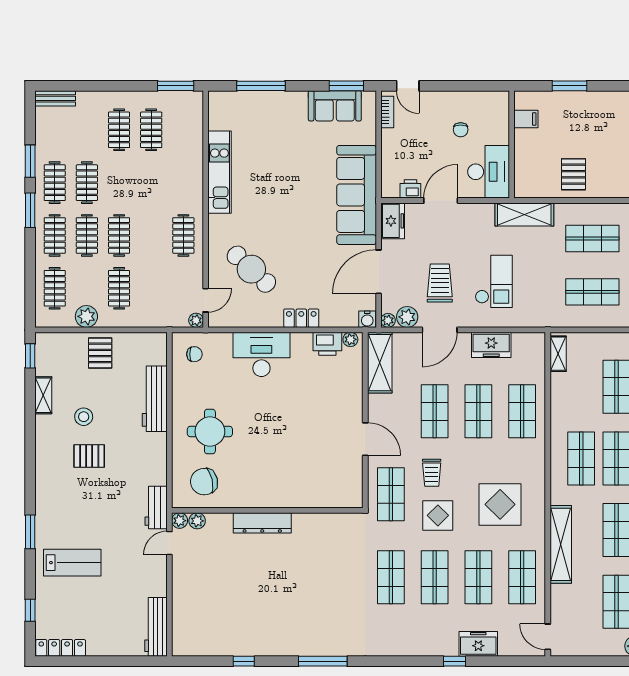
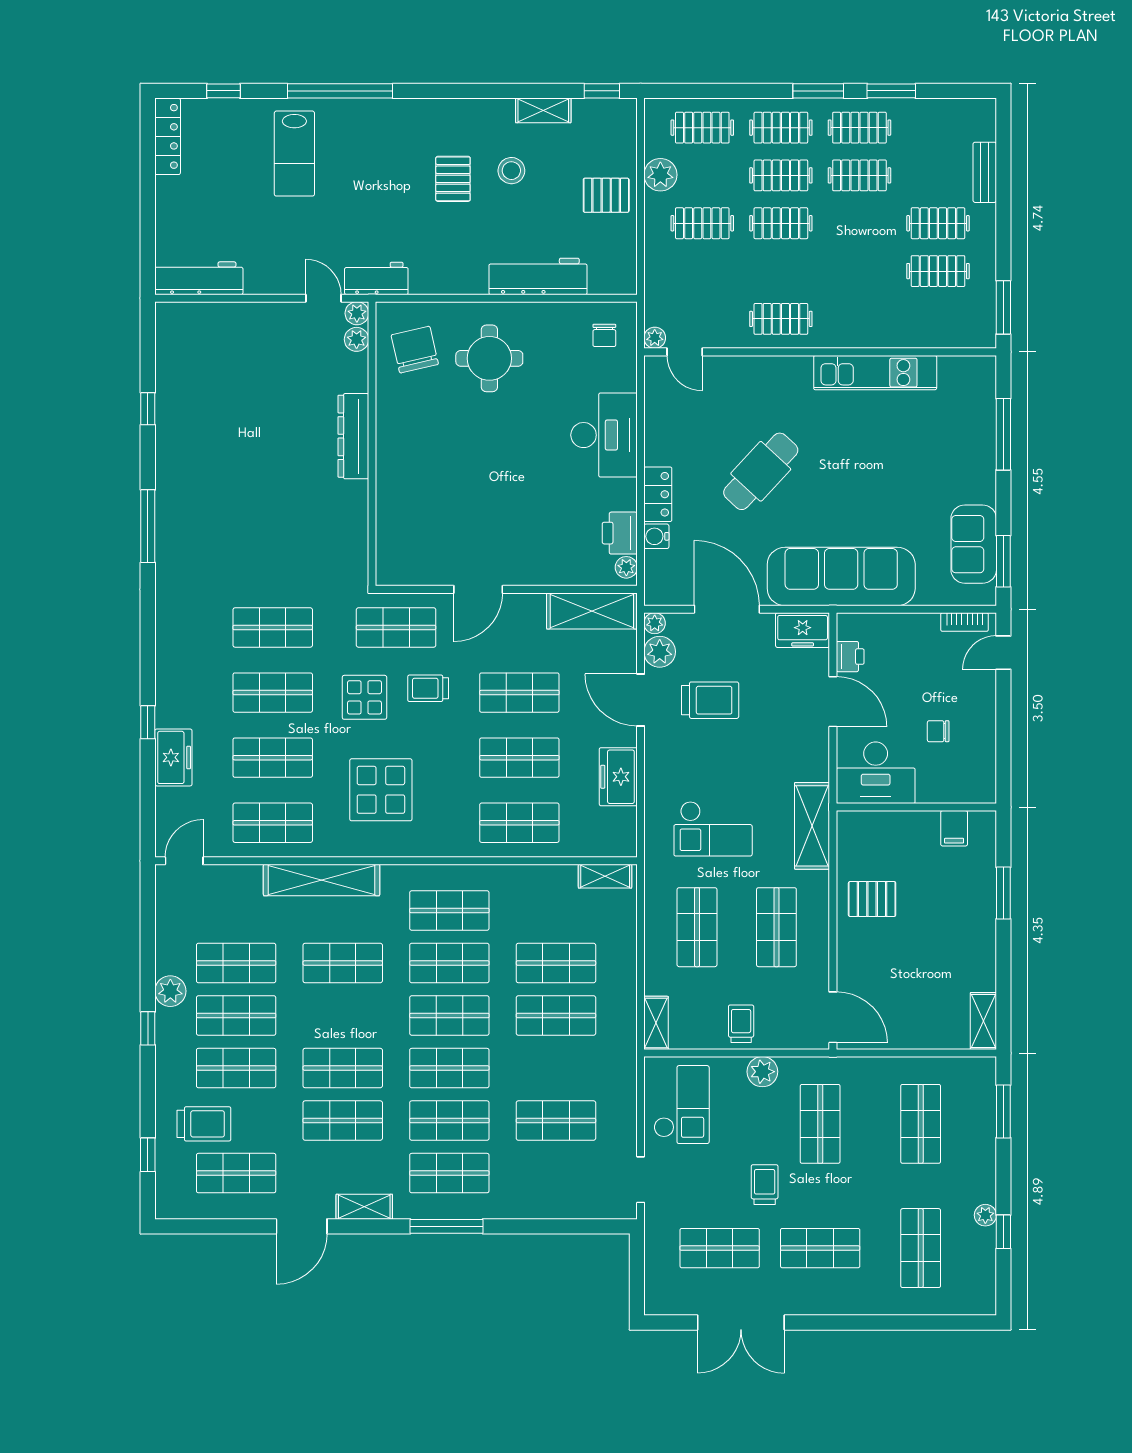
bench: (55, 98) -> (985, 172), moved
cafe table: (251, 269) -> (761, 471), moved
checkout: (494, 281) -> (713, 829), moved
water cooler: (367, 319) -> (656, 536), moved
window: (30, 532) -> (340, 91), width x2.11

